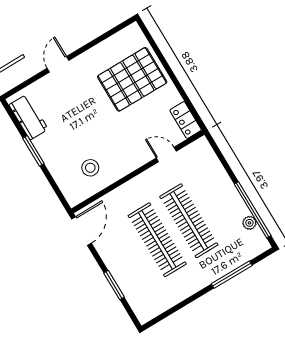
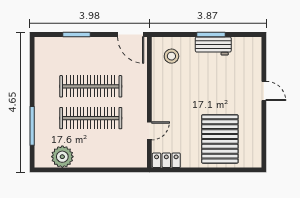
workbench: (29, 117) -> (213, 46), moved
stool: (90, 168) -> (171, 56), moved
window: (253, 210) -> (71, 170), removed
plant: (249, 223) -> (62, 157), width x1.87, depth x1.87

